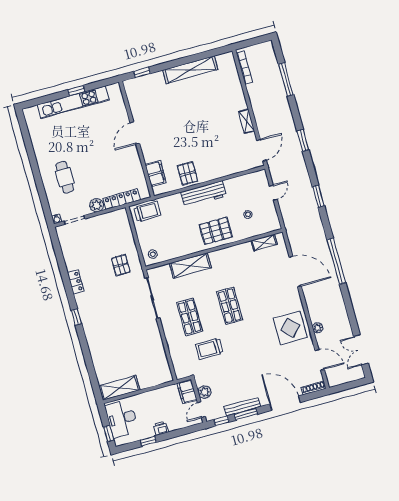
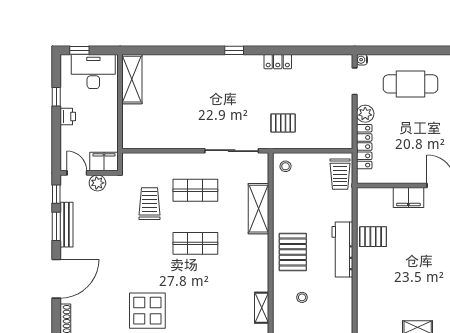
filing cabinet: (156, 173) -> (408, 198), moved
cafe table: (65, 177) -> (411, 84), width x1.37, depth x1.35

